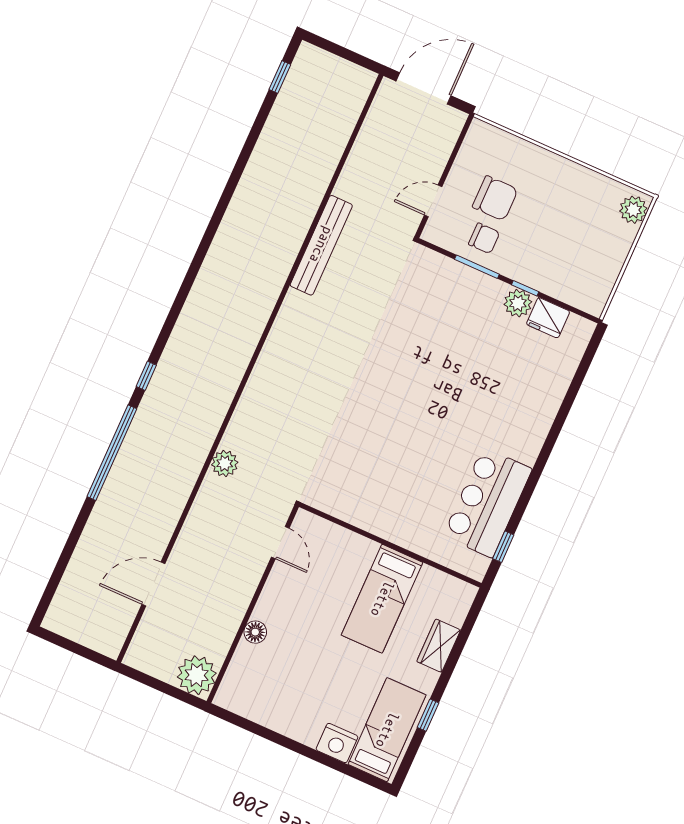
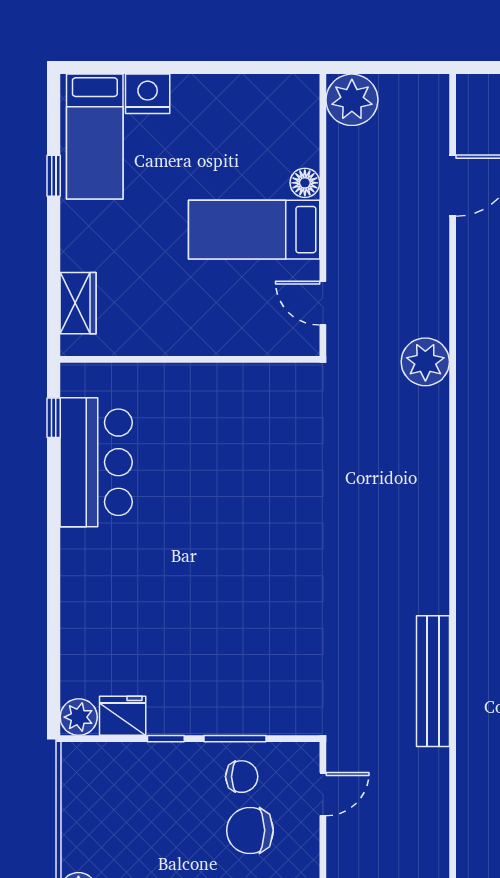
chair: (484, 238) -> (242, 777), turned 180
plant: (518, 303) -> (79, 717), moved
plant: (225, 463) -> (425, 362), width x1.36, depth x1.36
bed: (382, 599) -> (254, 230), moved, turned -90
wardrobe: (439, 646) -> (78, 303), moved

